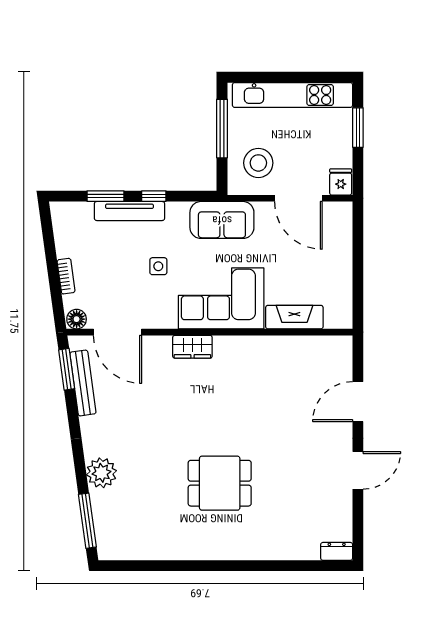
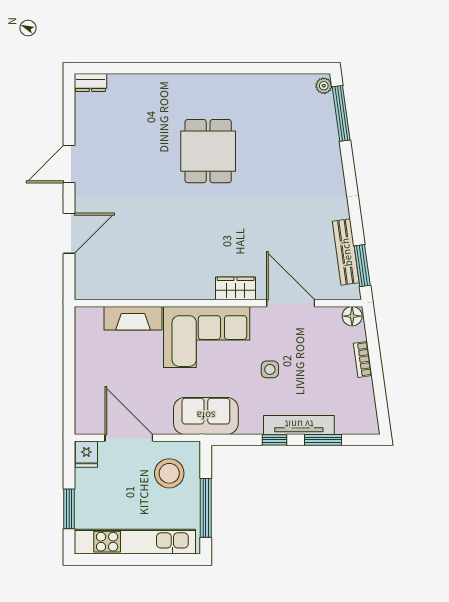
door: (118, 332) -> (291, 303), moved
plant: (102, 473) -> (324, 86), moved, width x0.53, depth x0.53
dining table: (220, 483) -> (208, 151), turned 90

